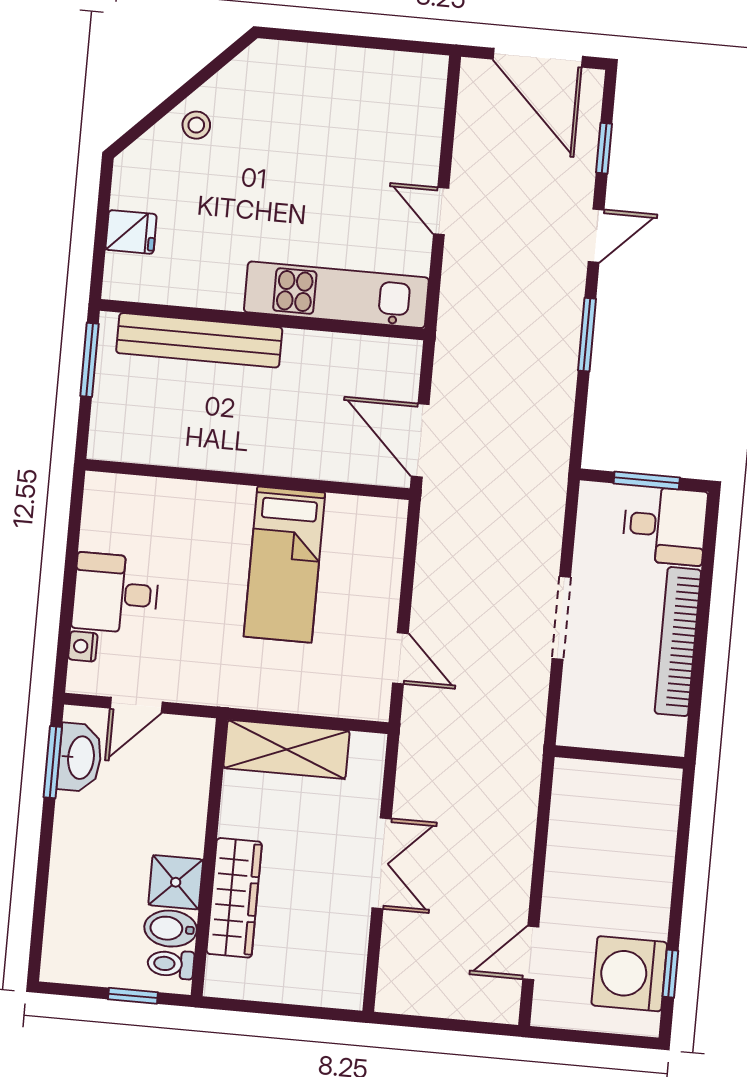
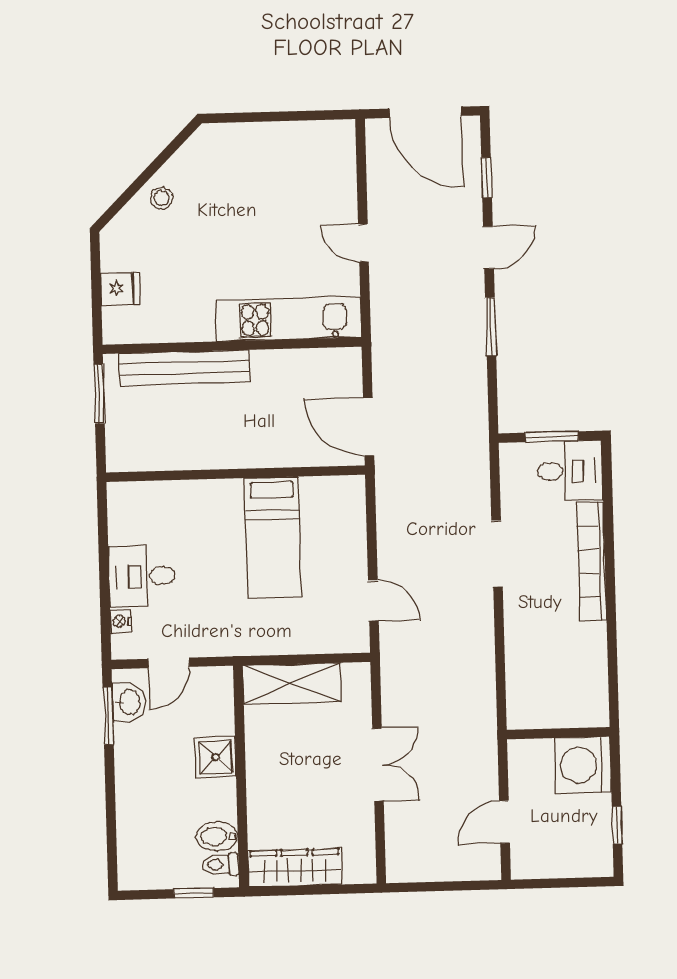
wall: (619, 757) -> (558, 733), moved
washbasin: (80, 758) -> (129, 702), width x0.72
shower: (176, 882) -> (216, 757), moved
wardrobe: (234, 898) -> (295, 868), moved, turned -90
washing machine: (629, 974) -> (583, 765), moved

